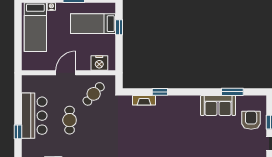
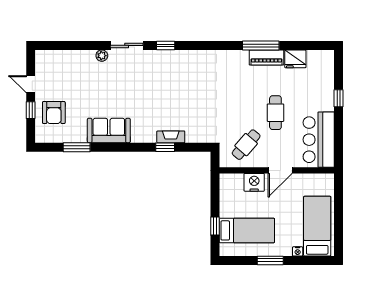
nightstand: (99, 63) -> (254, 182), moved
fireplace: (144, 100) -> (171, 137), moved
sofa: (218, 105) -> (109, 130), moved
bar counter: (34, 116) -> (319, 140), moved

